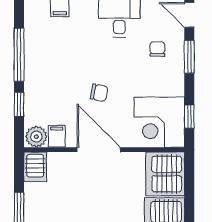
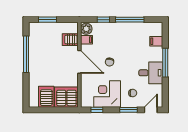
corner desk: (159, 122) -> (107, 94), moved
door: (99, 150) -> (79, 62), hinge flipped
server rack: (35, 167) -> (70, 40), moved

